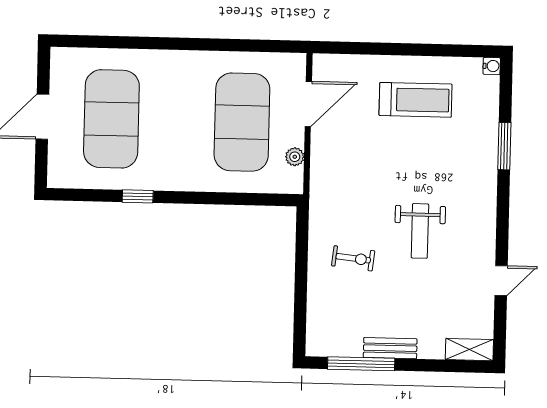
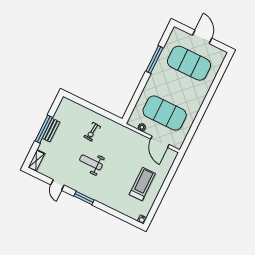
treadmill: (416, 100) -> (142, 184), turned 180
window: (504, 146) -> (84, 198), moved
window: (138, 196) -> (154, 60), width x2.17
window: (361, 364) -> (44, 129), moved

